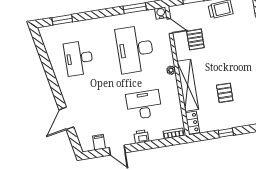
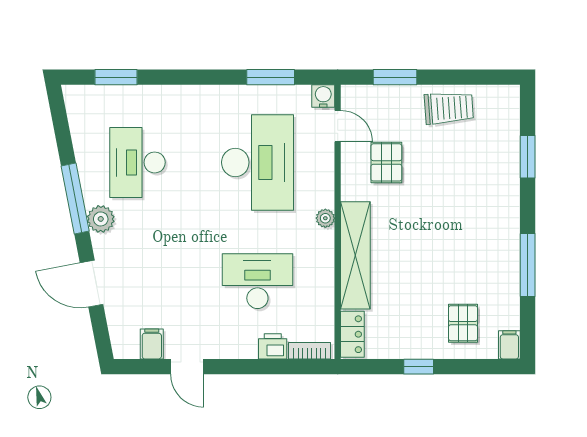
desk: (135, 49) -> (257, 162), turned 180
window: (52, 80) -> (75, 199), added
plant: (66, 87) -> (101, 219), added
pallet: (225, 93) -> (463, 323), moved
door: (66, 118) -> (92, 284), hinge flipped
printer: (141, 137) -> (273, 346), moved

